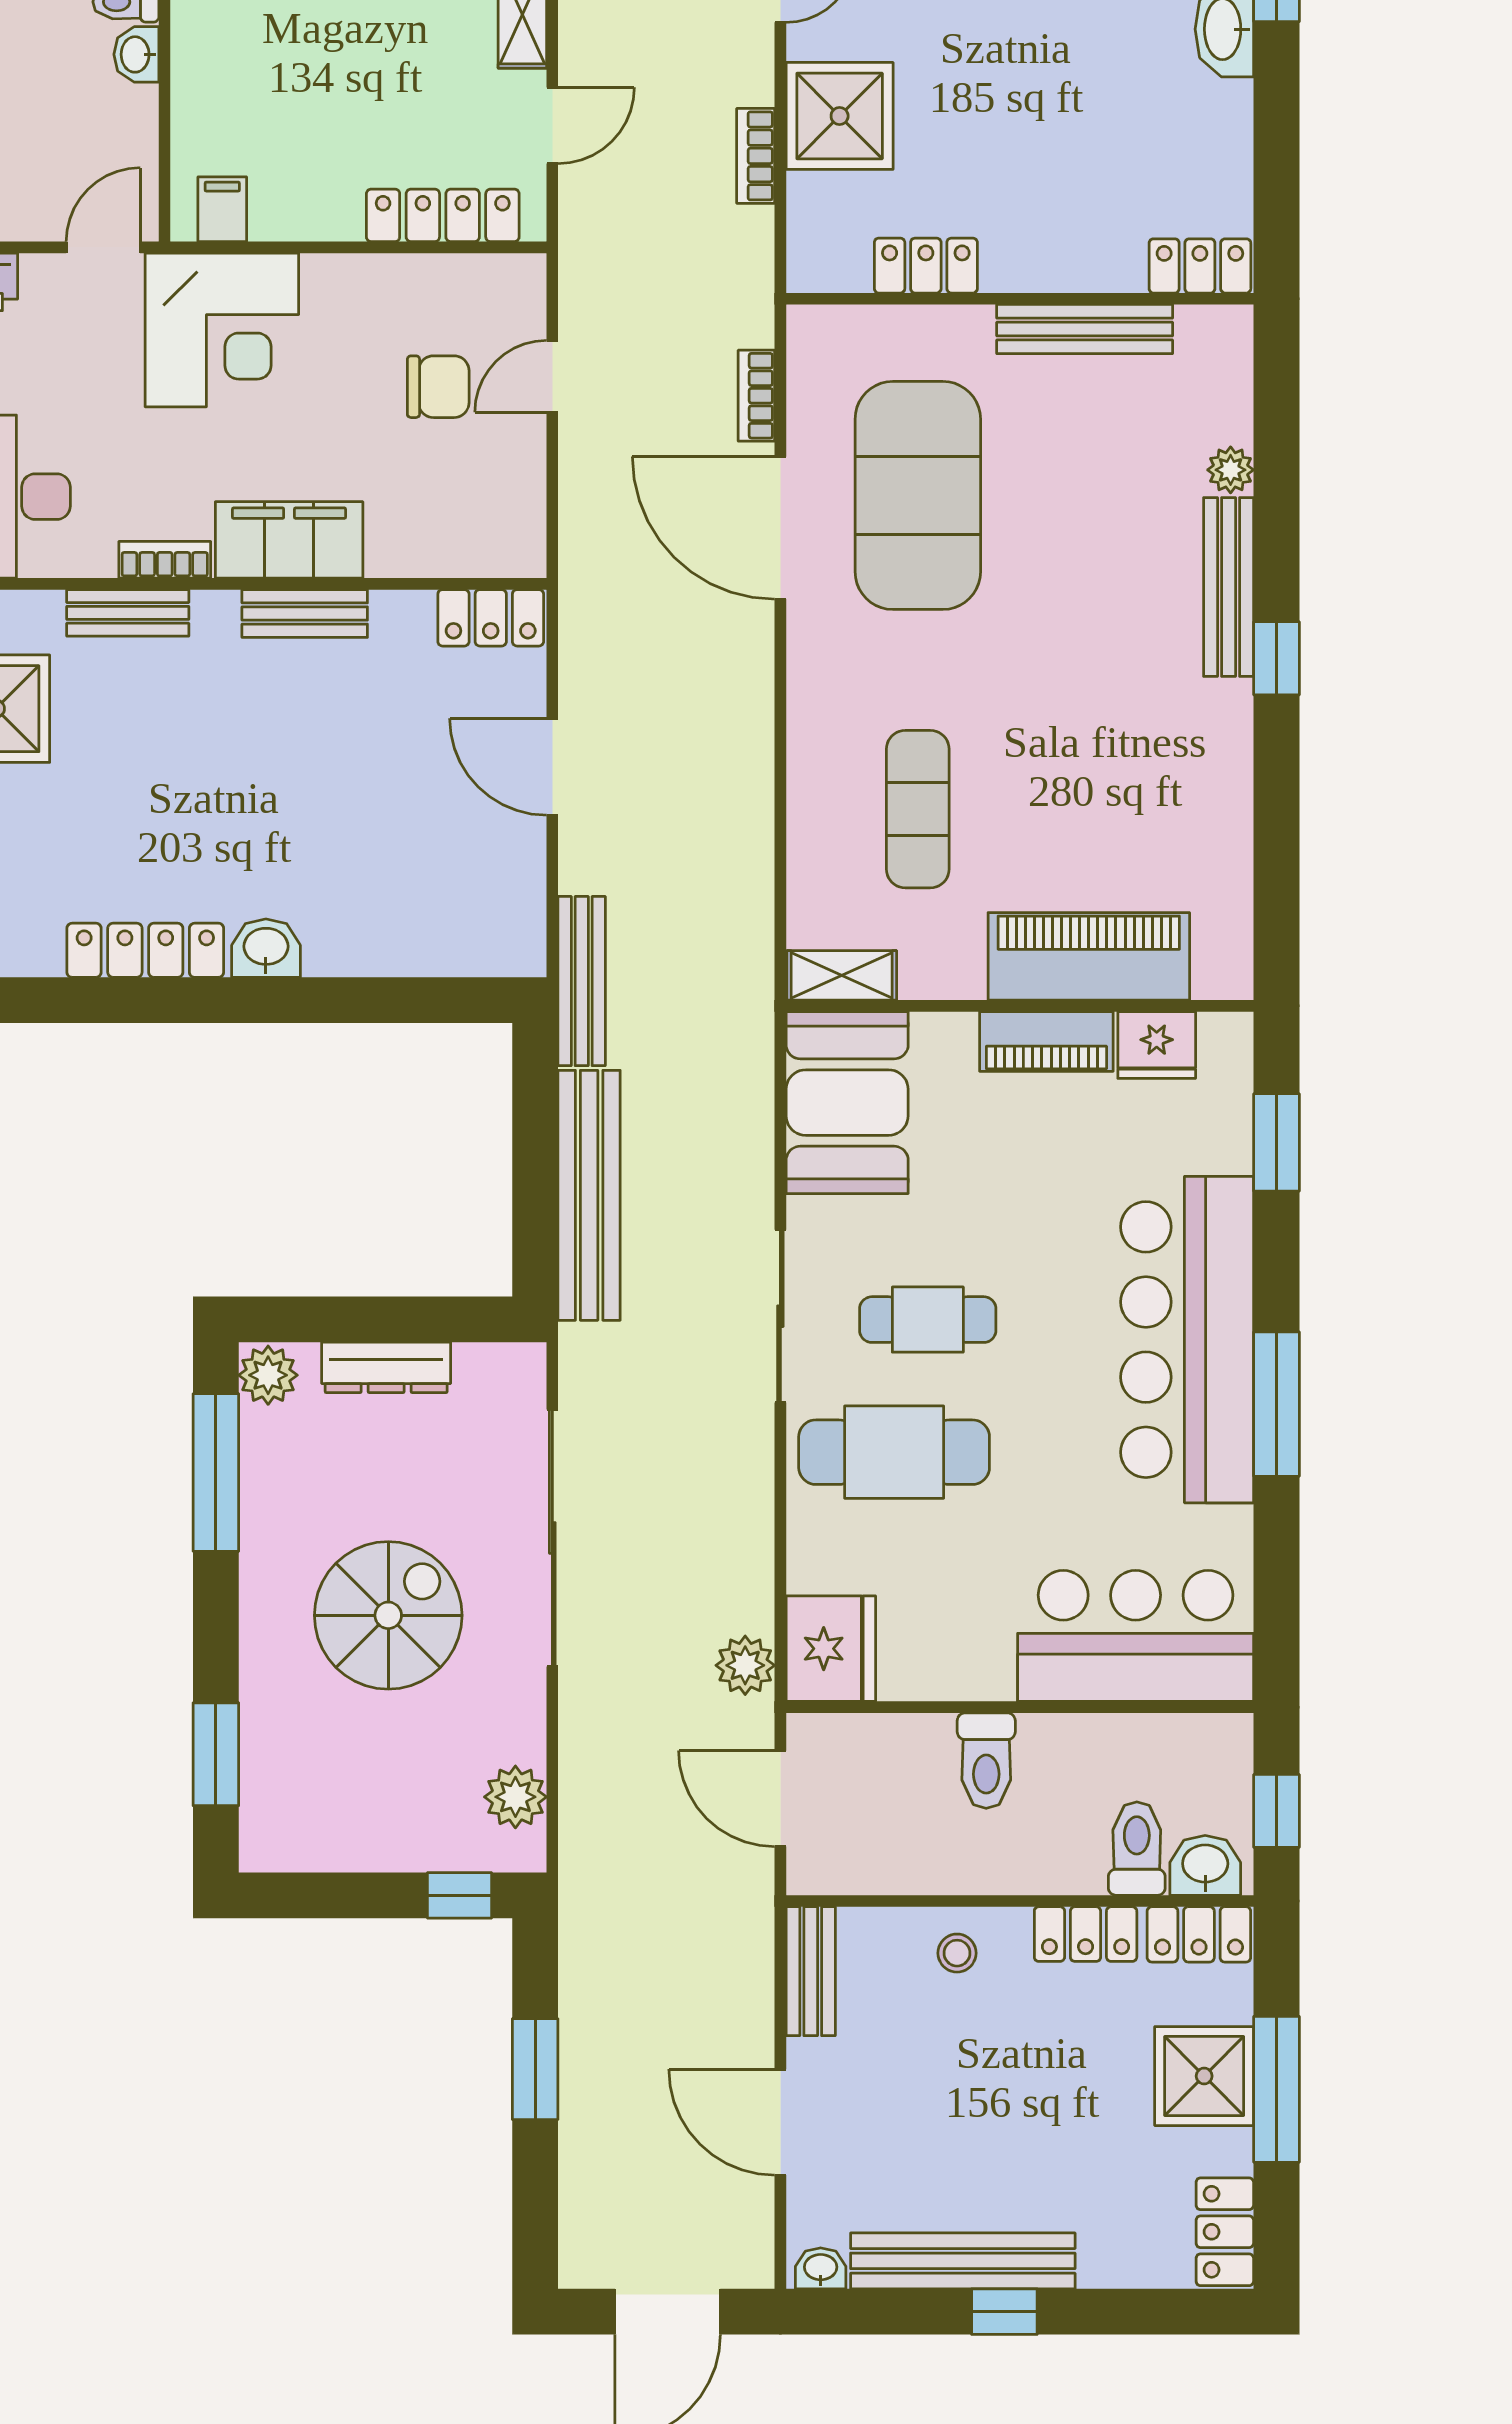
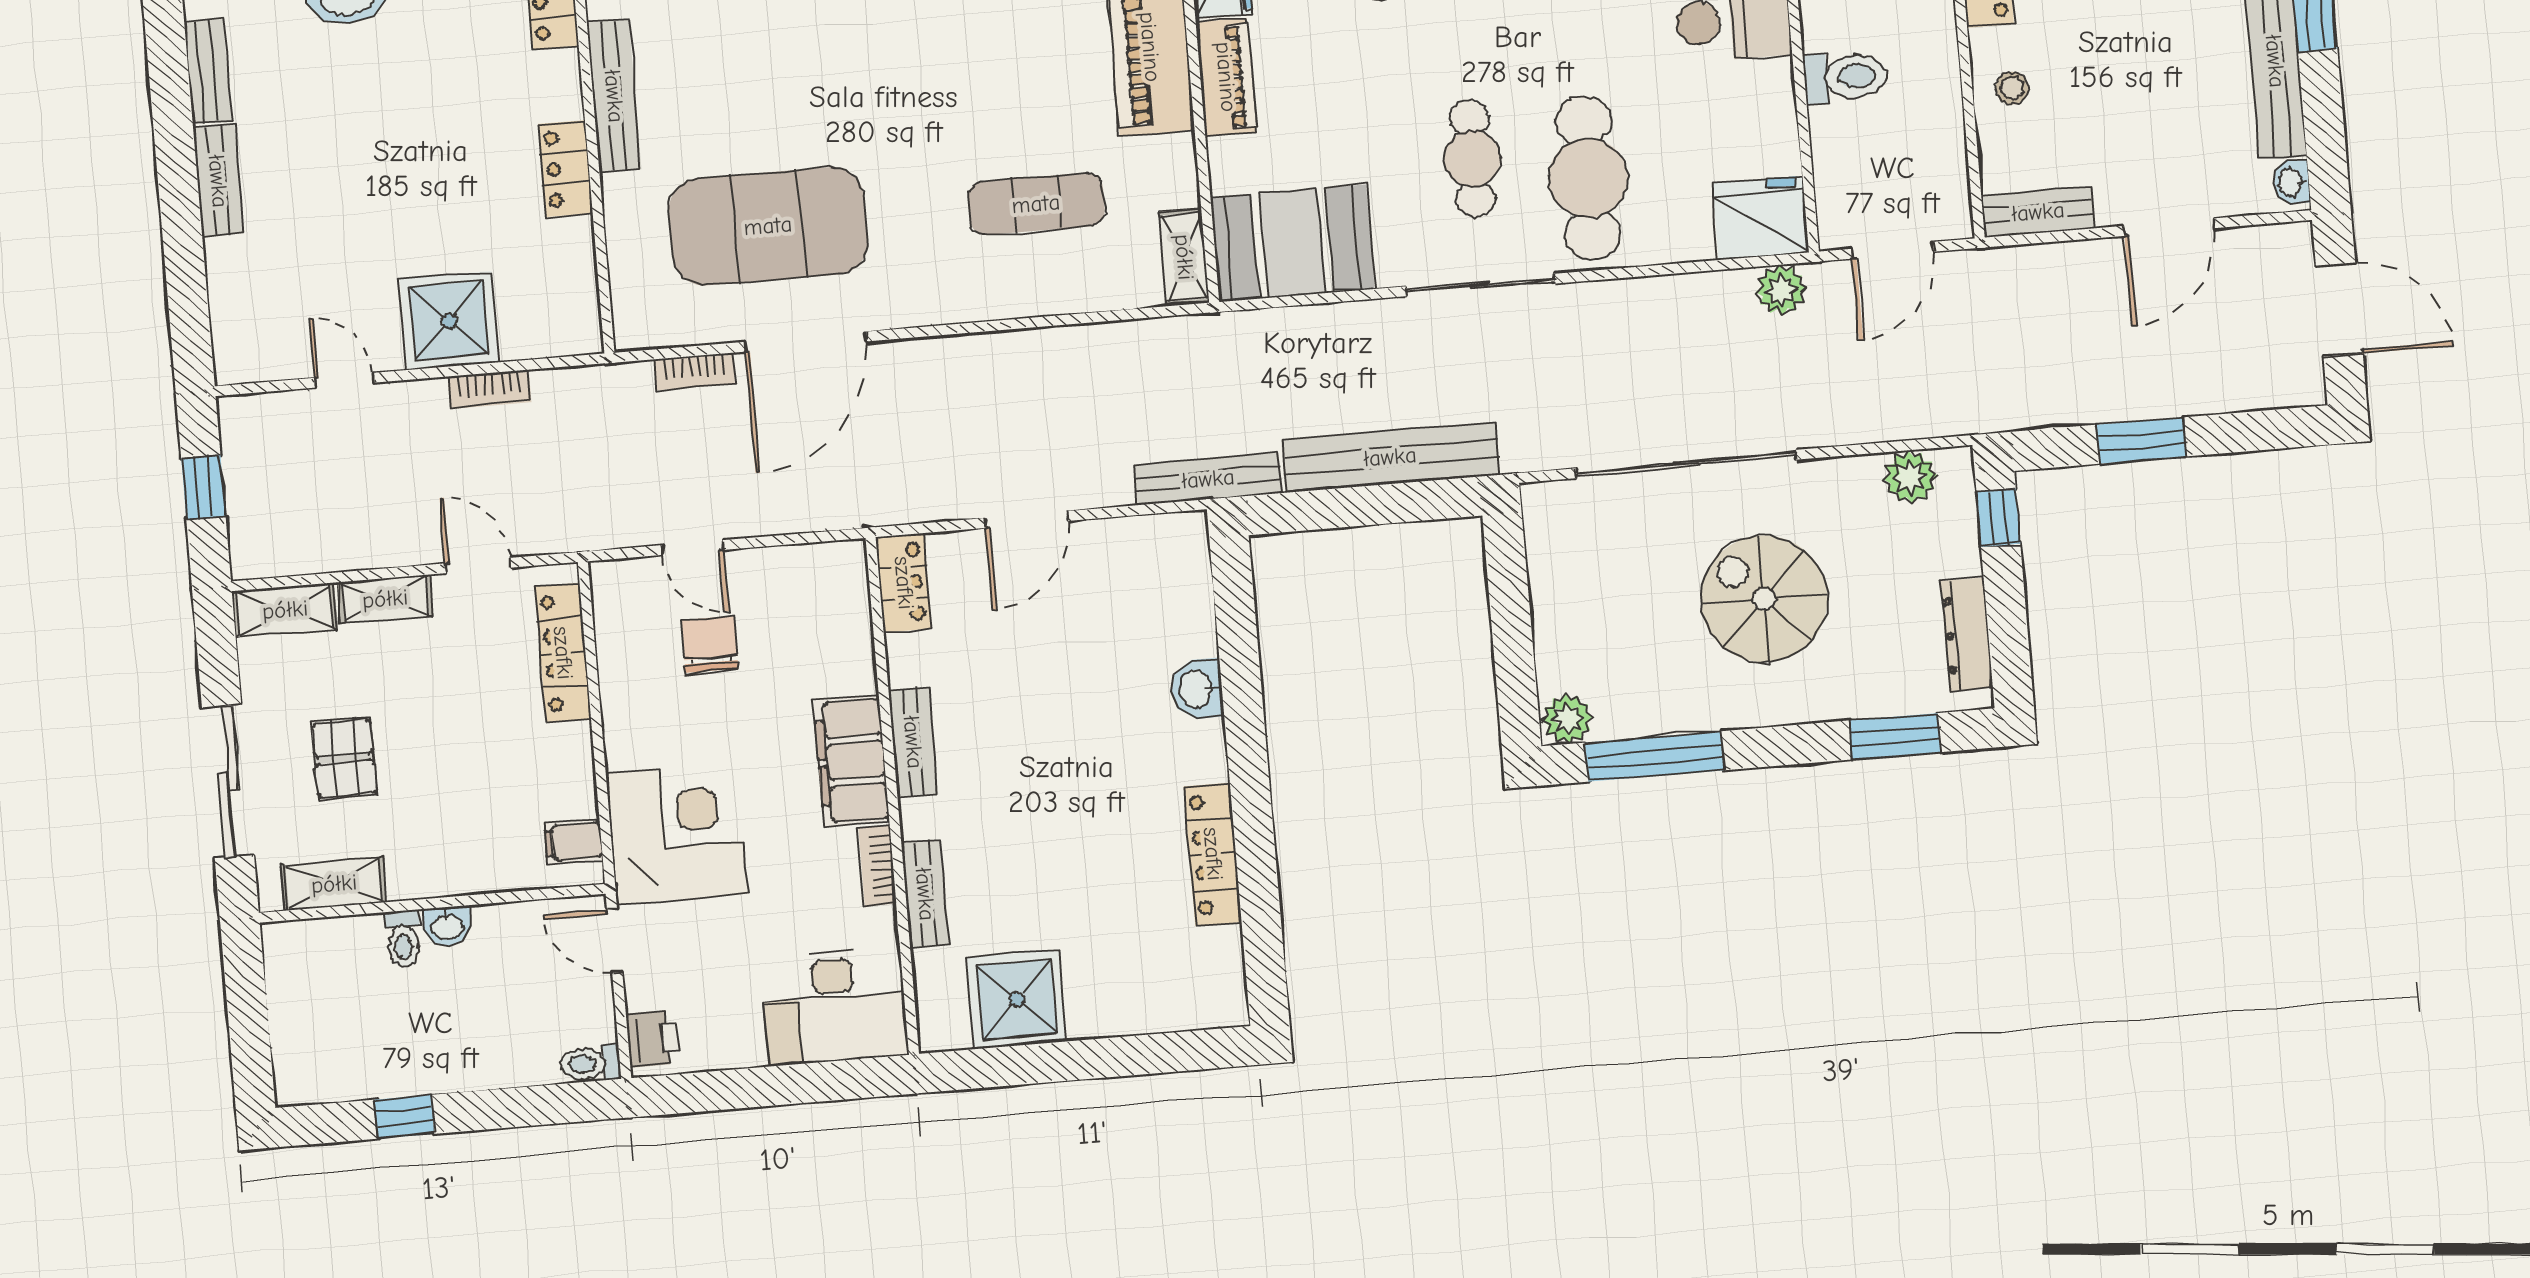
locker: (926, 266) -> (565, 169), moved
washbasin: (266, 948) -> (1197, 689), moved
dresser: (386, 1367) -> (1967, 634), moved, turned 180

